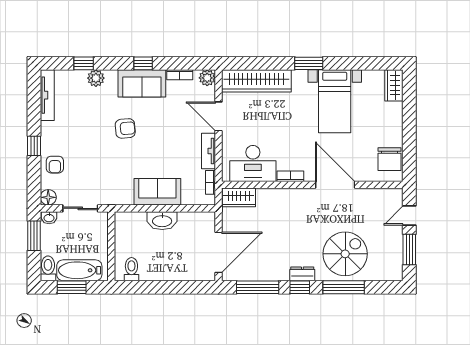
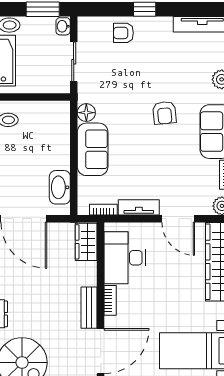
door: (219, 116) -> (178, 219), swing flipped
bench: (297, 195) -> (89, 308), added
floor lamp: (48, 197) -> (86, 113), moved
washbasin: (162, 221) -> (60, 187), moved

